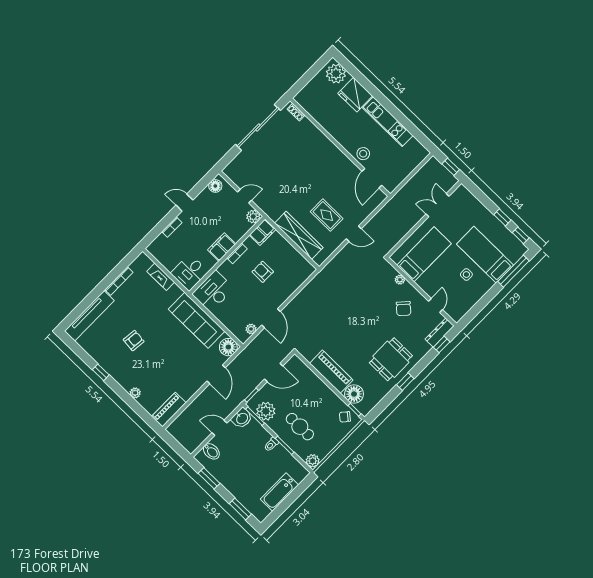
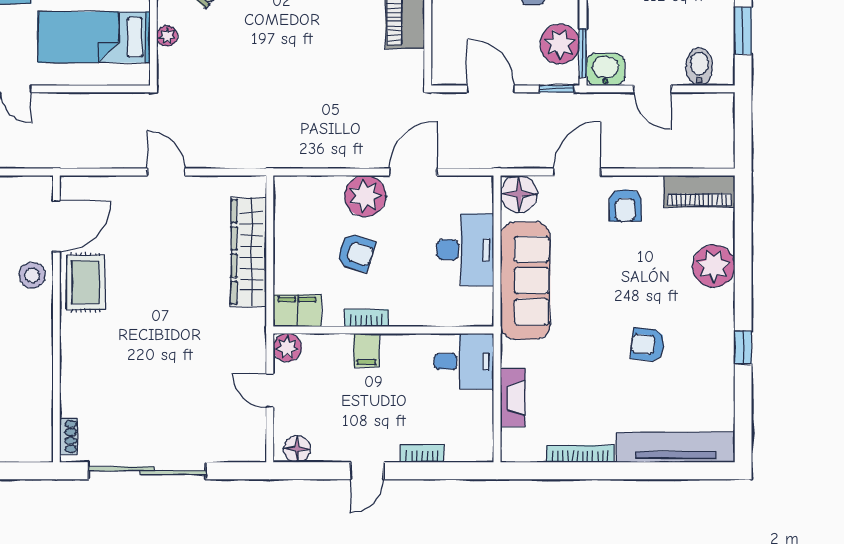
door: (184, 203) -> (367, 471), hinge flipped
rug: (327, 215) -> (86, 282), moved
filing cabinet: (222, 247) -> (366, 350), width x0.50
armchair: (263, 272) -> (356, 253), turned -72
desk: (213, 291) -> (465, 250), moved, turned -90
plant: (251, 329) -> (365, 196), moved, width x1.88, depth x1.88
armchair: (189, 380) -> (625, 205), added
plant: (135, 393) -> (714, 266), width x1.88, depth x1.88

